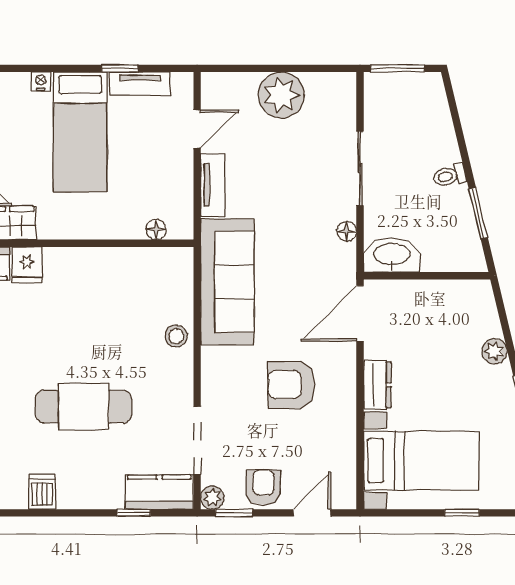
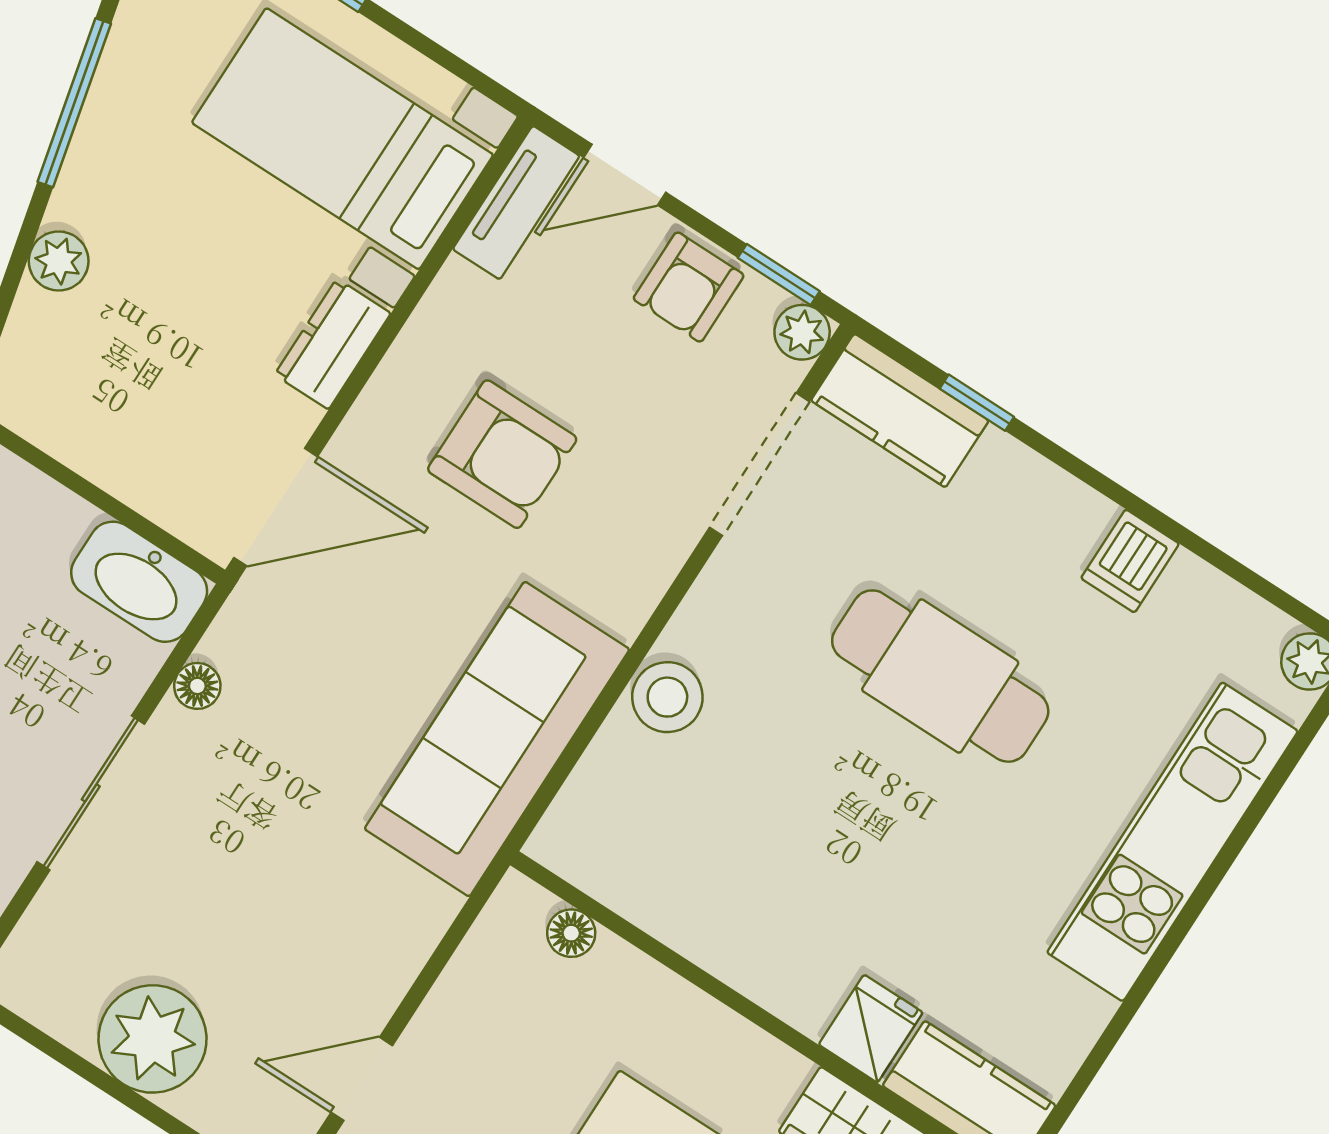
tv unit: (213, 185) -> (516, 203), moved, turned 180
stool: (176, 336) -> (667, 697), width x1.37, depth x1.37

